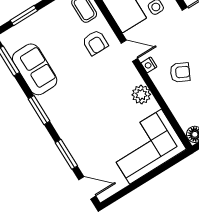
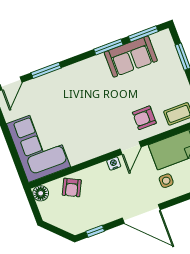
armchair: (180, 72) -> (72, 188), moved
plant: (141, 95) -> (88, 151), removed
window: (39, 110) -> (108, 47), moved

